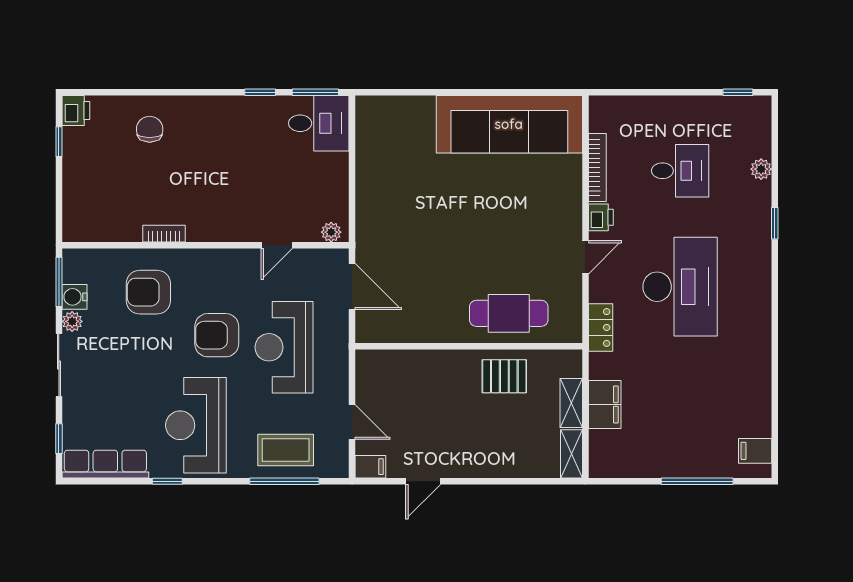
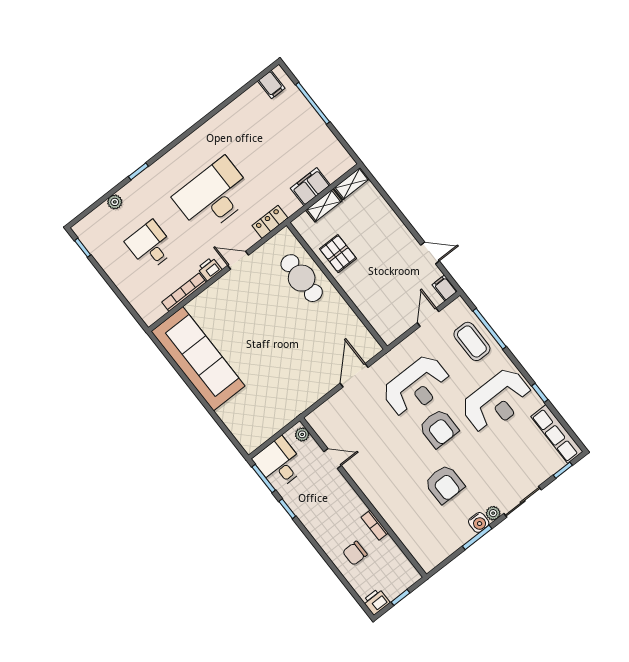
plant: (331, 232) -> (302, 434), moved
bookcase: (164, 234) -> (375, 525), moved
wall: (206, 245) -> (363, 497), moved
door: (277, 245) -> (333, 459), moved

